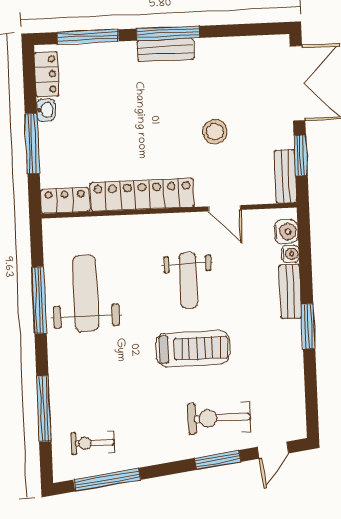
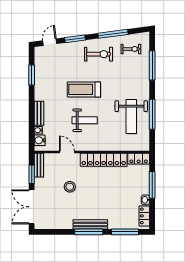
bench: (166, 50) -> (90, 224), width x1.36
weight bench: (188, 281) -> (85, 120), turned 90
window: (308, 326) -> (32, 75), moved
exercise bike: (219, 418) -> (98, 54), moved
window: (107, 480) -> (113, 34), moved

